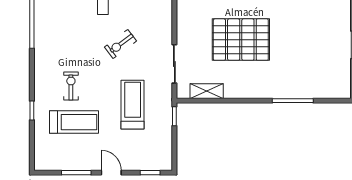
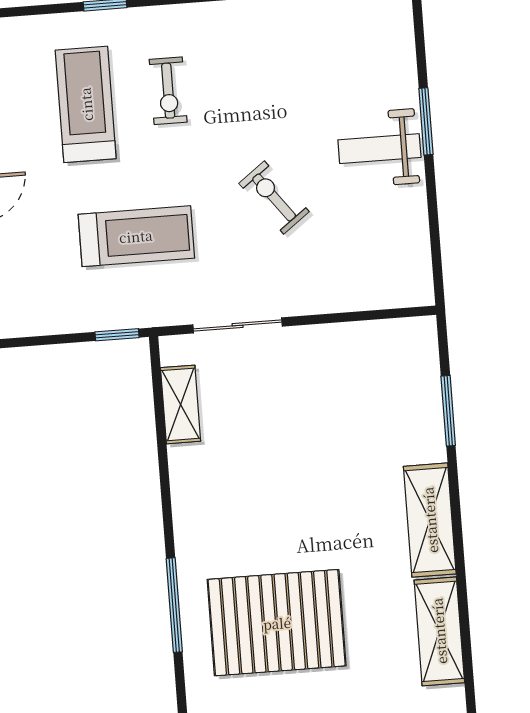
pallet: (241, 40) -> (277, 623), moved, turned 90
exercise bike: (71, 86) -> (168, 91), turned 90
treadmill: (74, 122) -> (86, 104), turned 180

